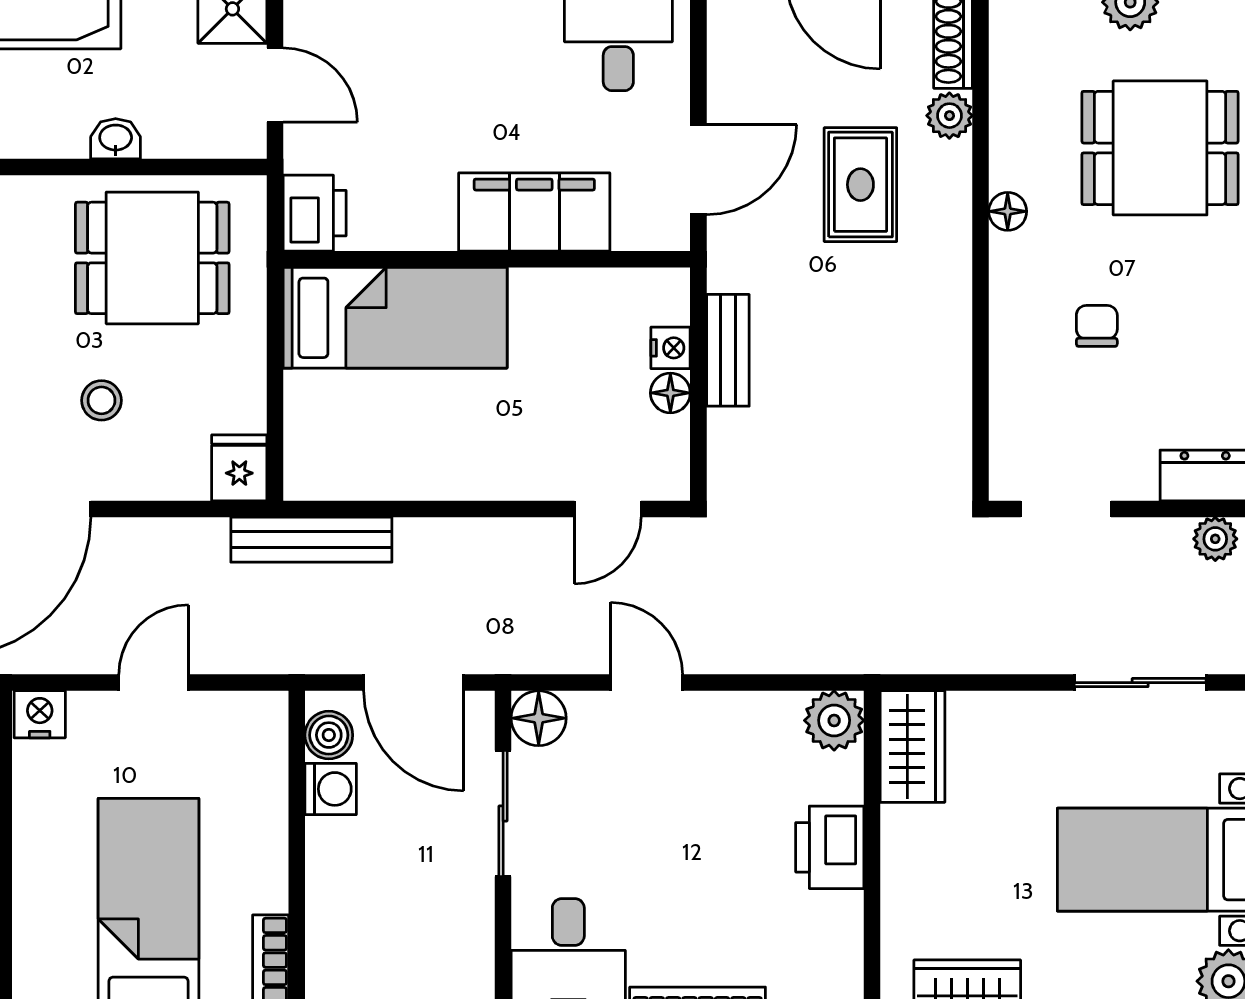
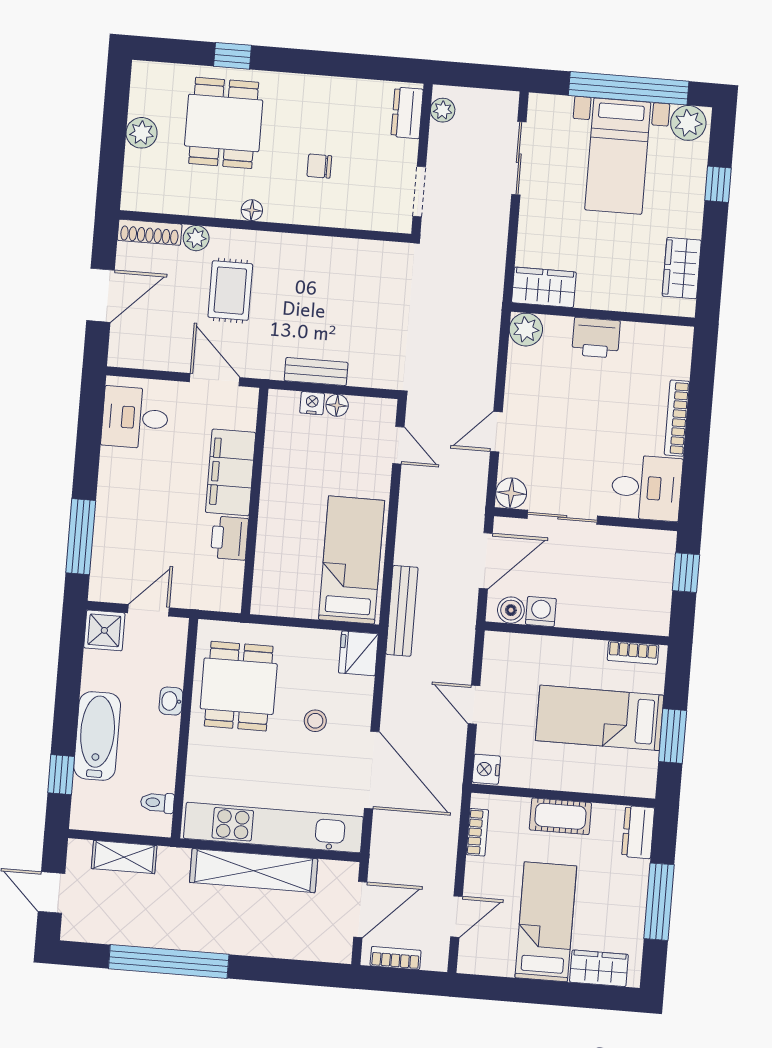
rug: (860, 185) -> (230, 291), turned 90
printer: (315, 213) -> (230, 538), moved, turned -90
bed: (395, 318) -> (352, 560), moved
fridge: (239, 468) -> (358, 653), width x1.38

